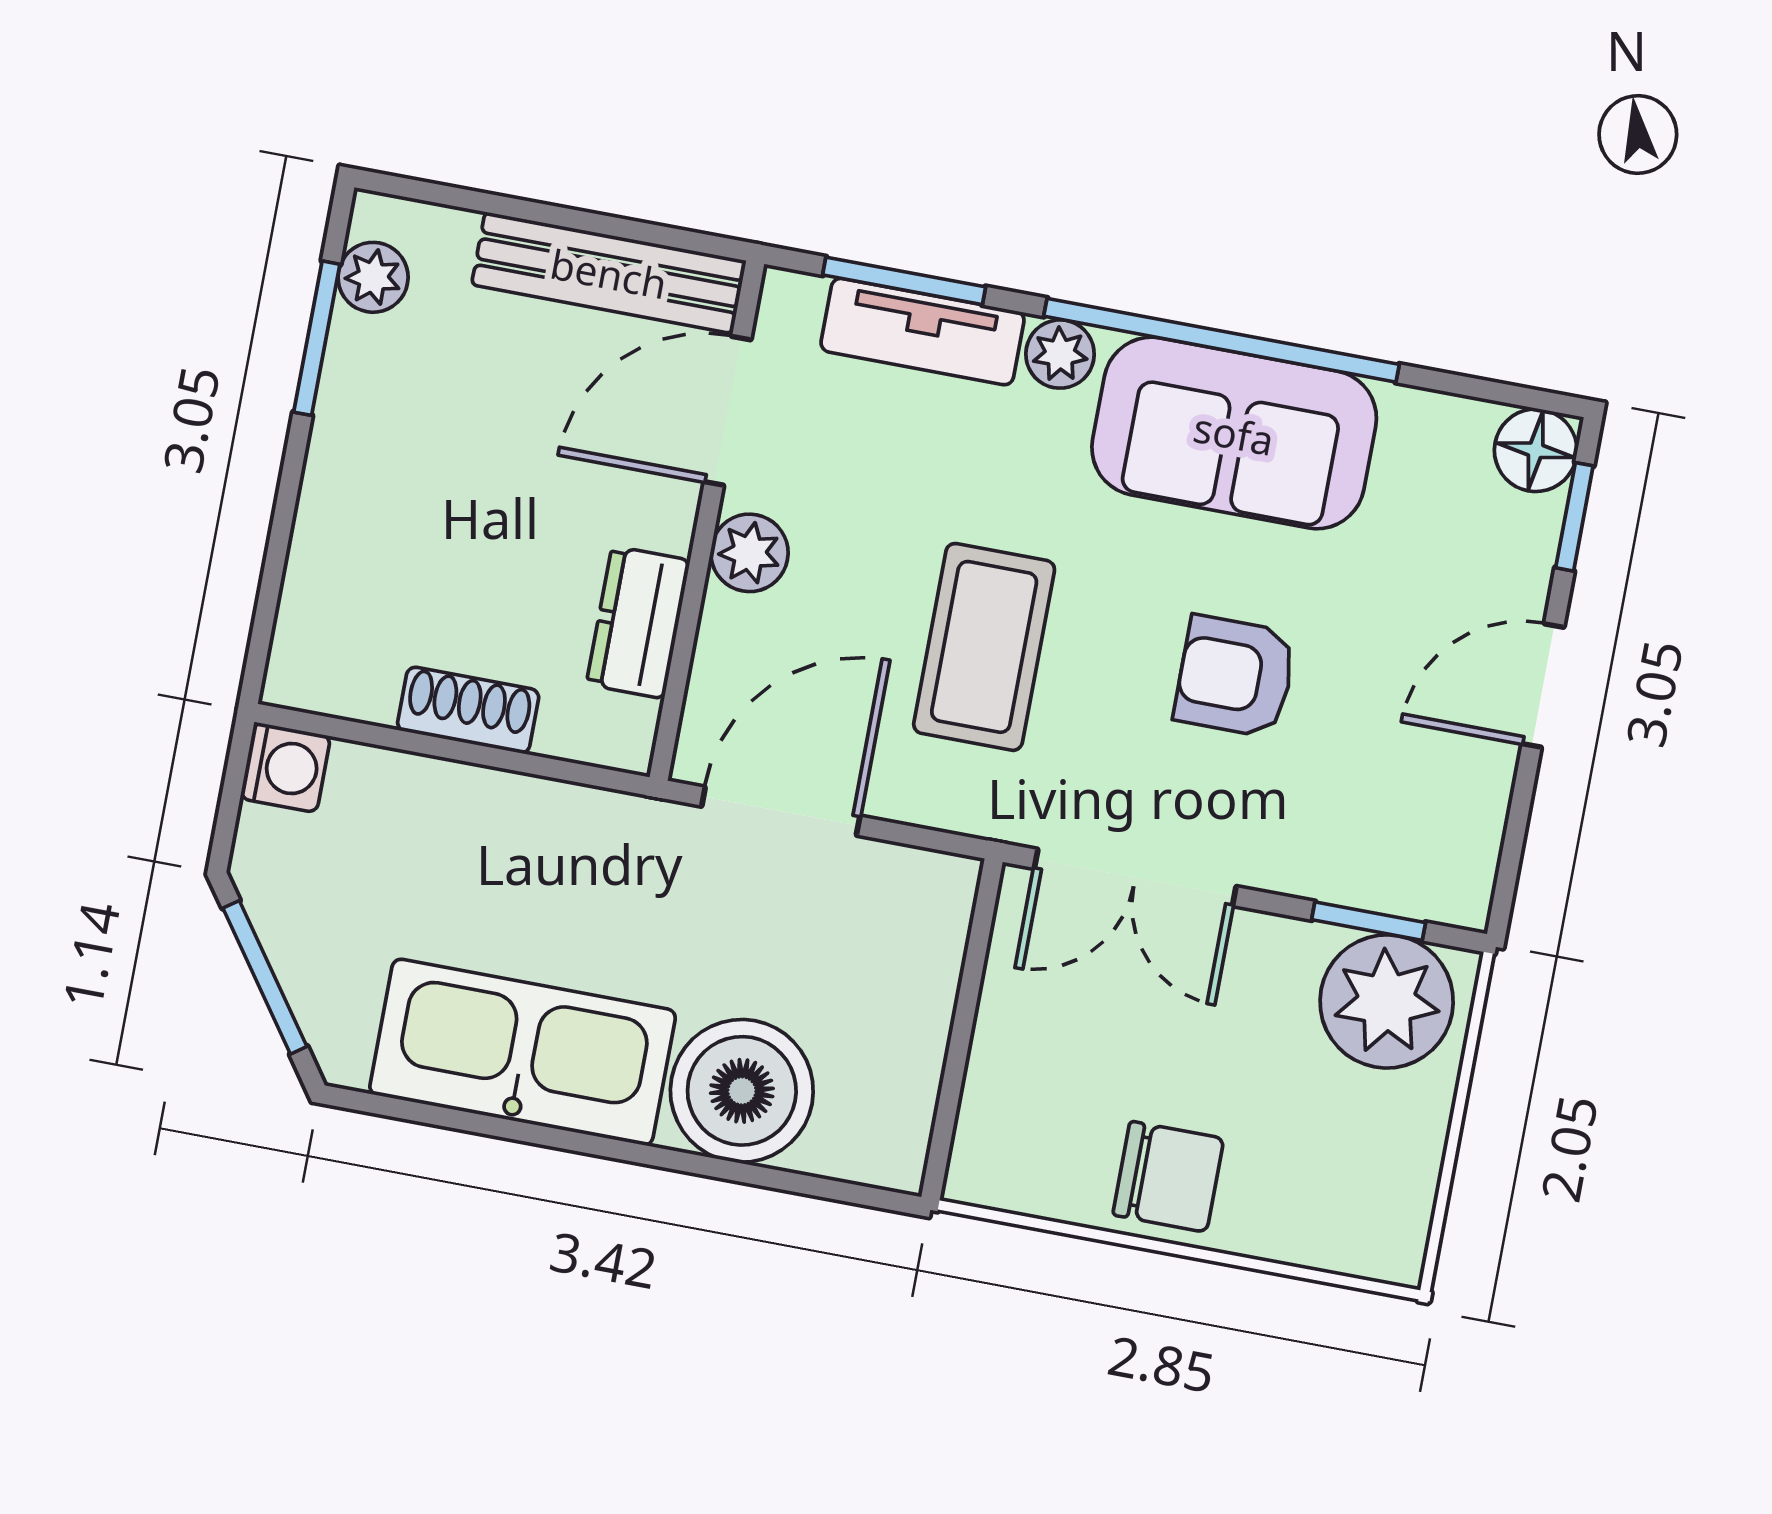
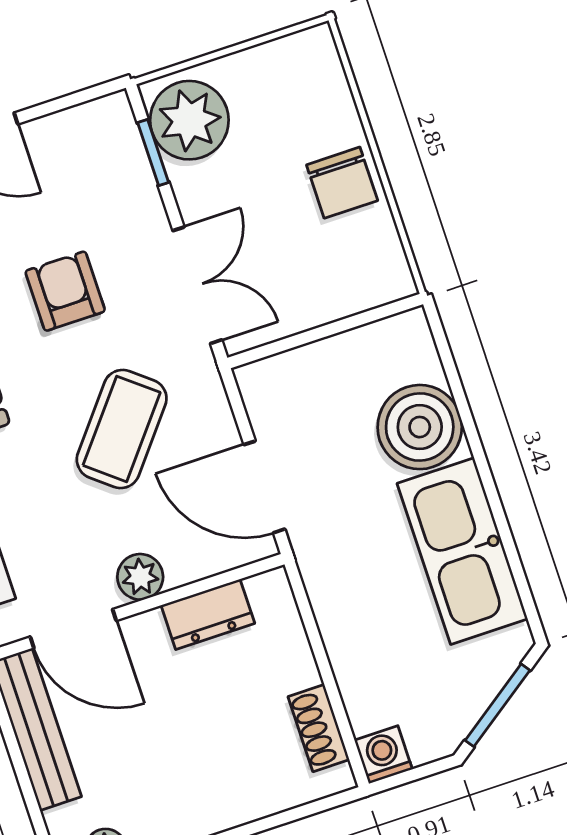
coffee table: (984, 647) -> (122, 429), turned -51
armchair: (1235, 676) -> (65, 291), turned 180
shoe rack: (468, 710) -> (319, 728), moved
chair: (1168, 1177) -> (342, 183), turned 180

